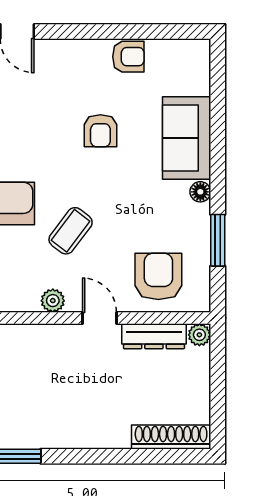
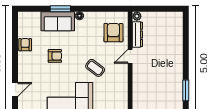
window: (218, 240) -> (60, 9), moved
armchair: (158, 276) -> (113, 33), turned 90
plant: (53, 301) -> (123, 75), removed
shoe rack: (171, 437) -> (178, 28), removed

